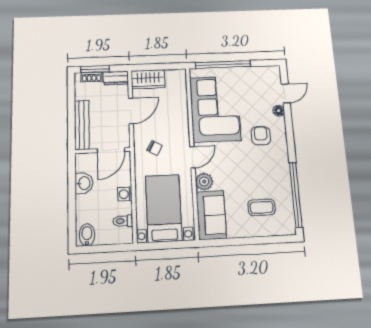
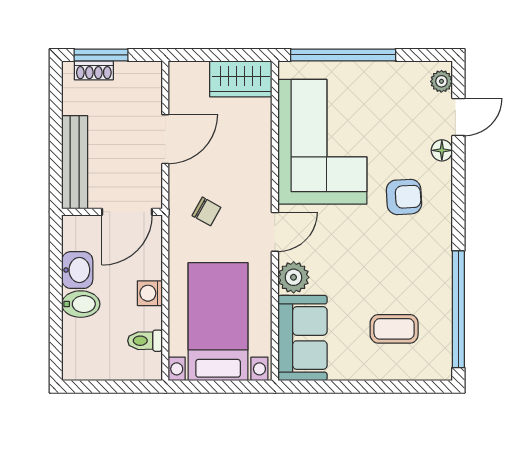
plant: (275, 76) -> (441, 81), added
dresser: (116, 78) -> (139, 74), removed
wardrobe: (148, 79) -> (241, 79), moved
armchair: (261, 136) -> (404, 197), turned 87
bidet: (87, 235) -> (81, 304), moved, turned 90

